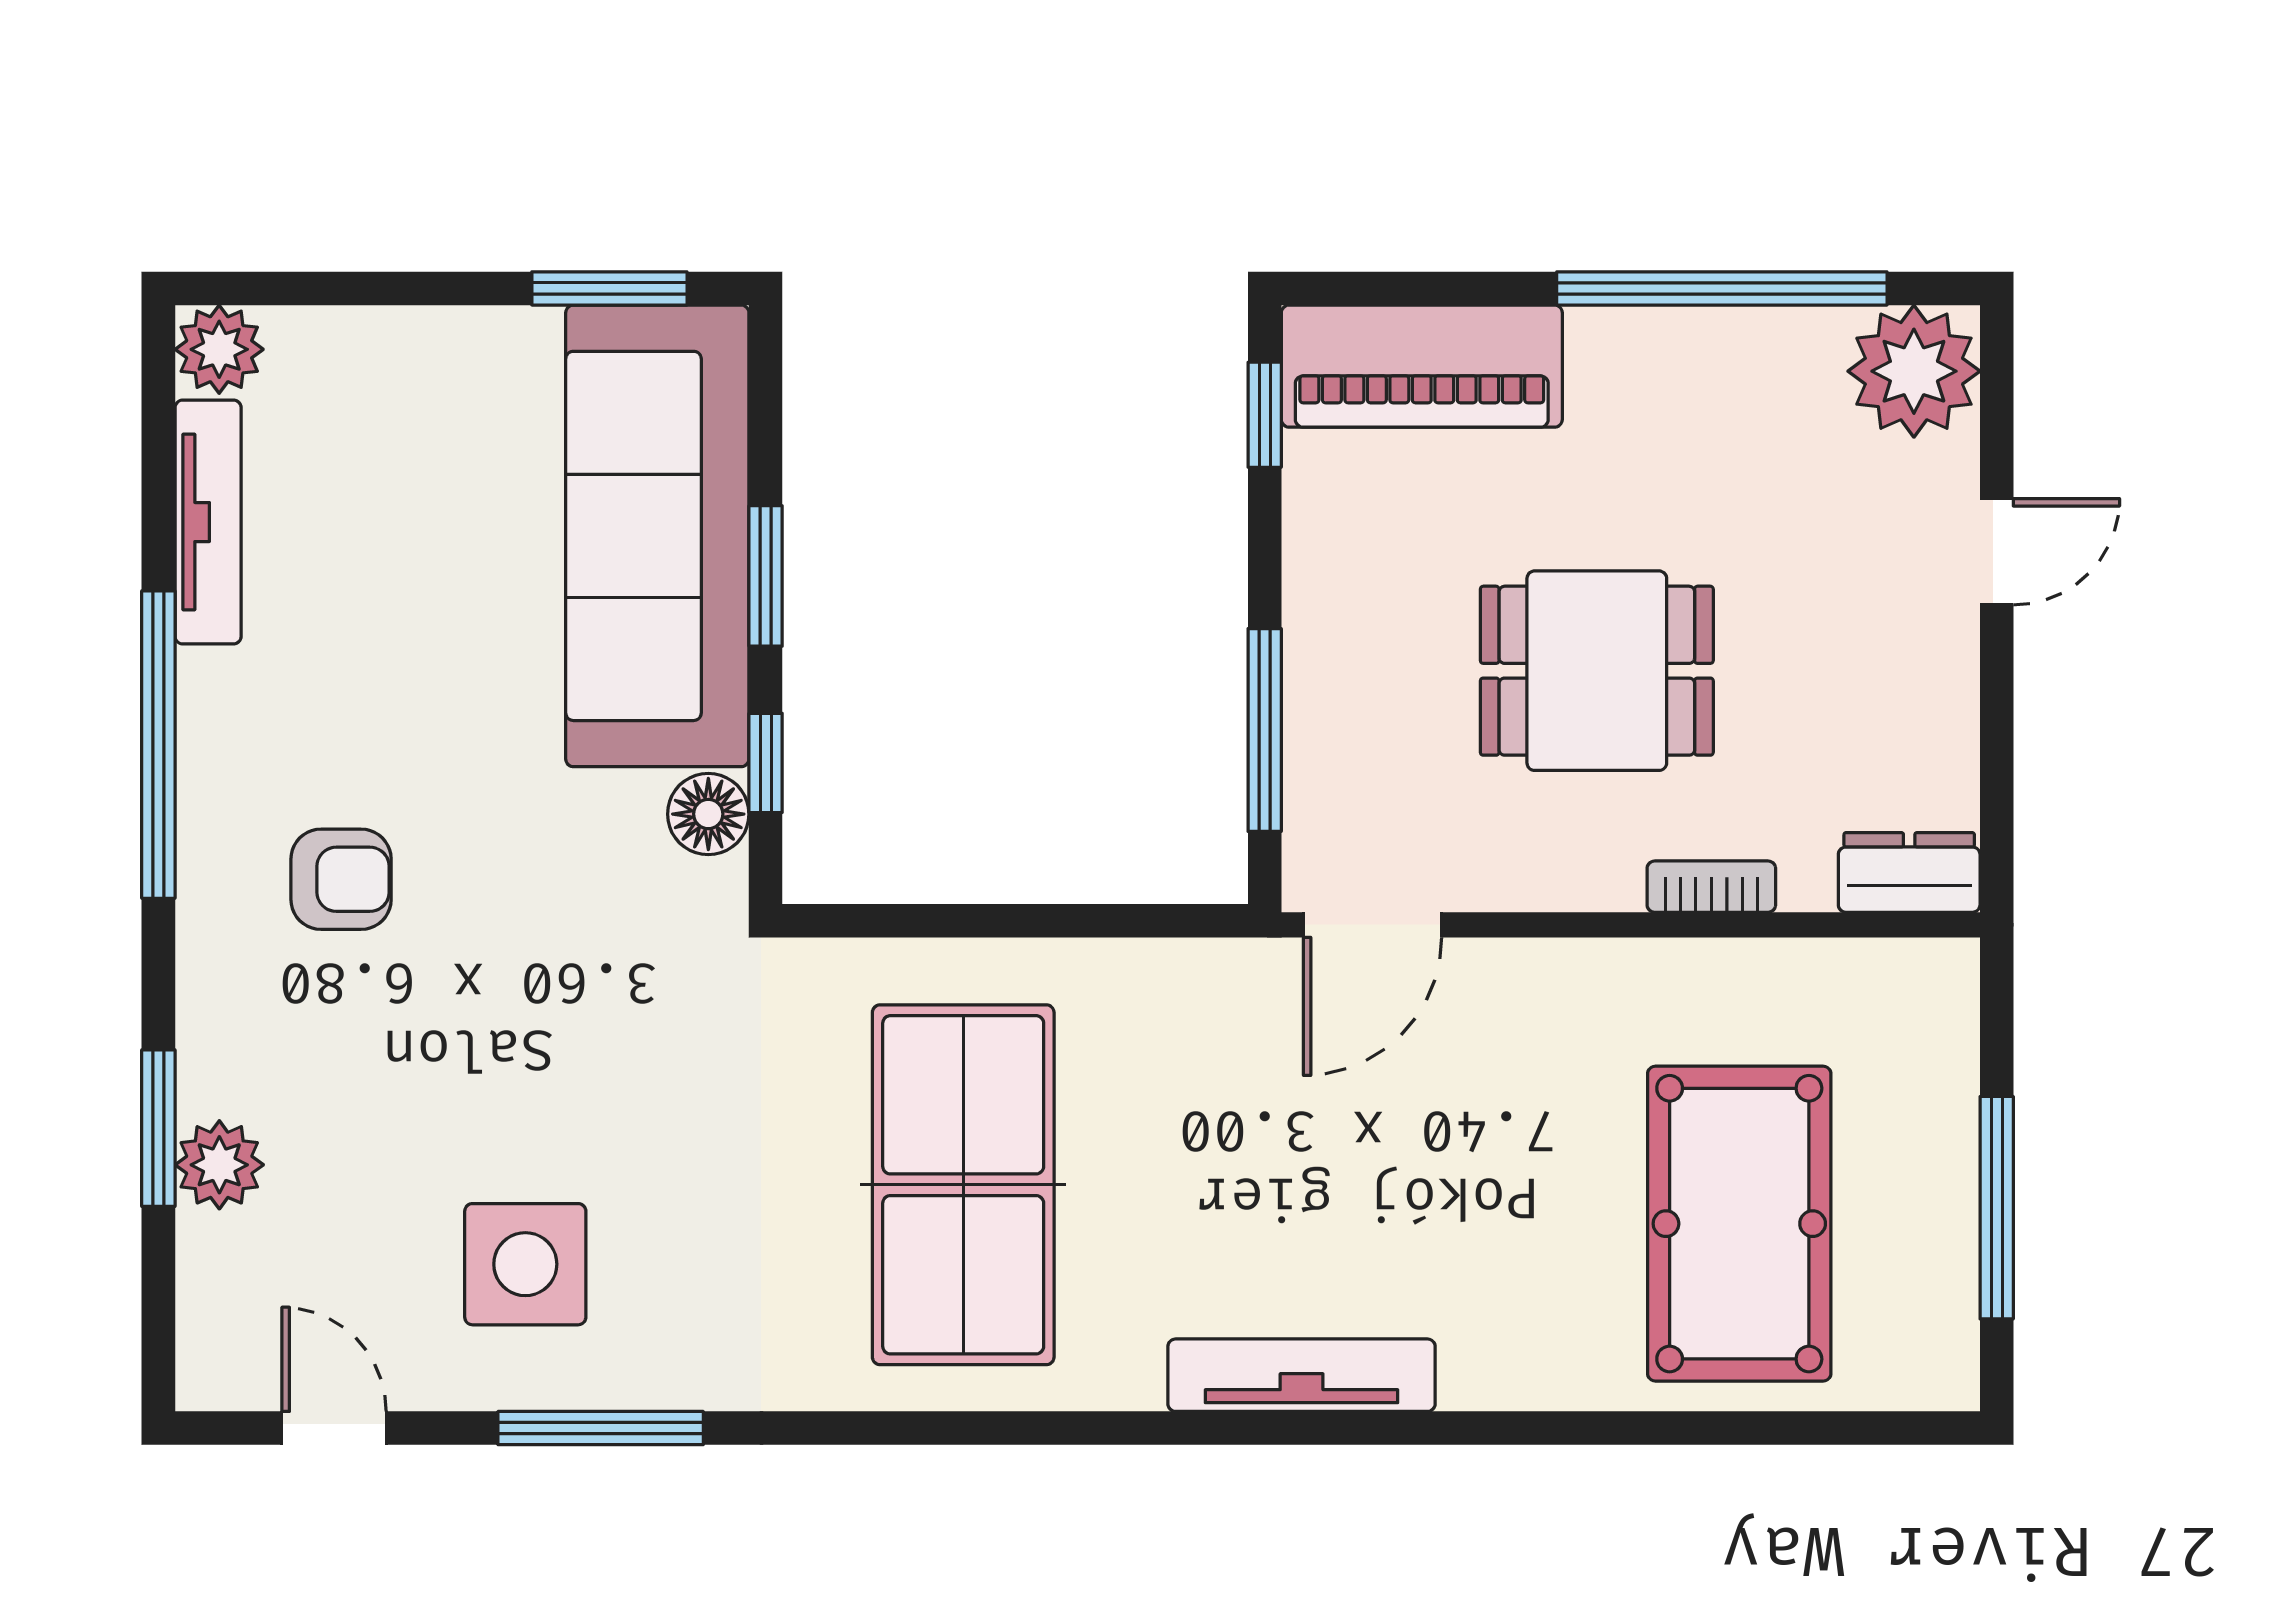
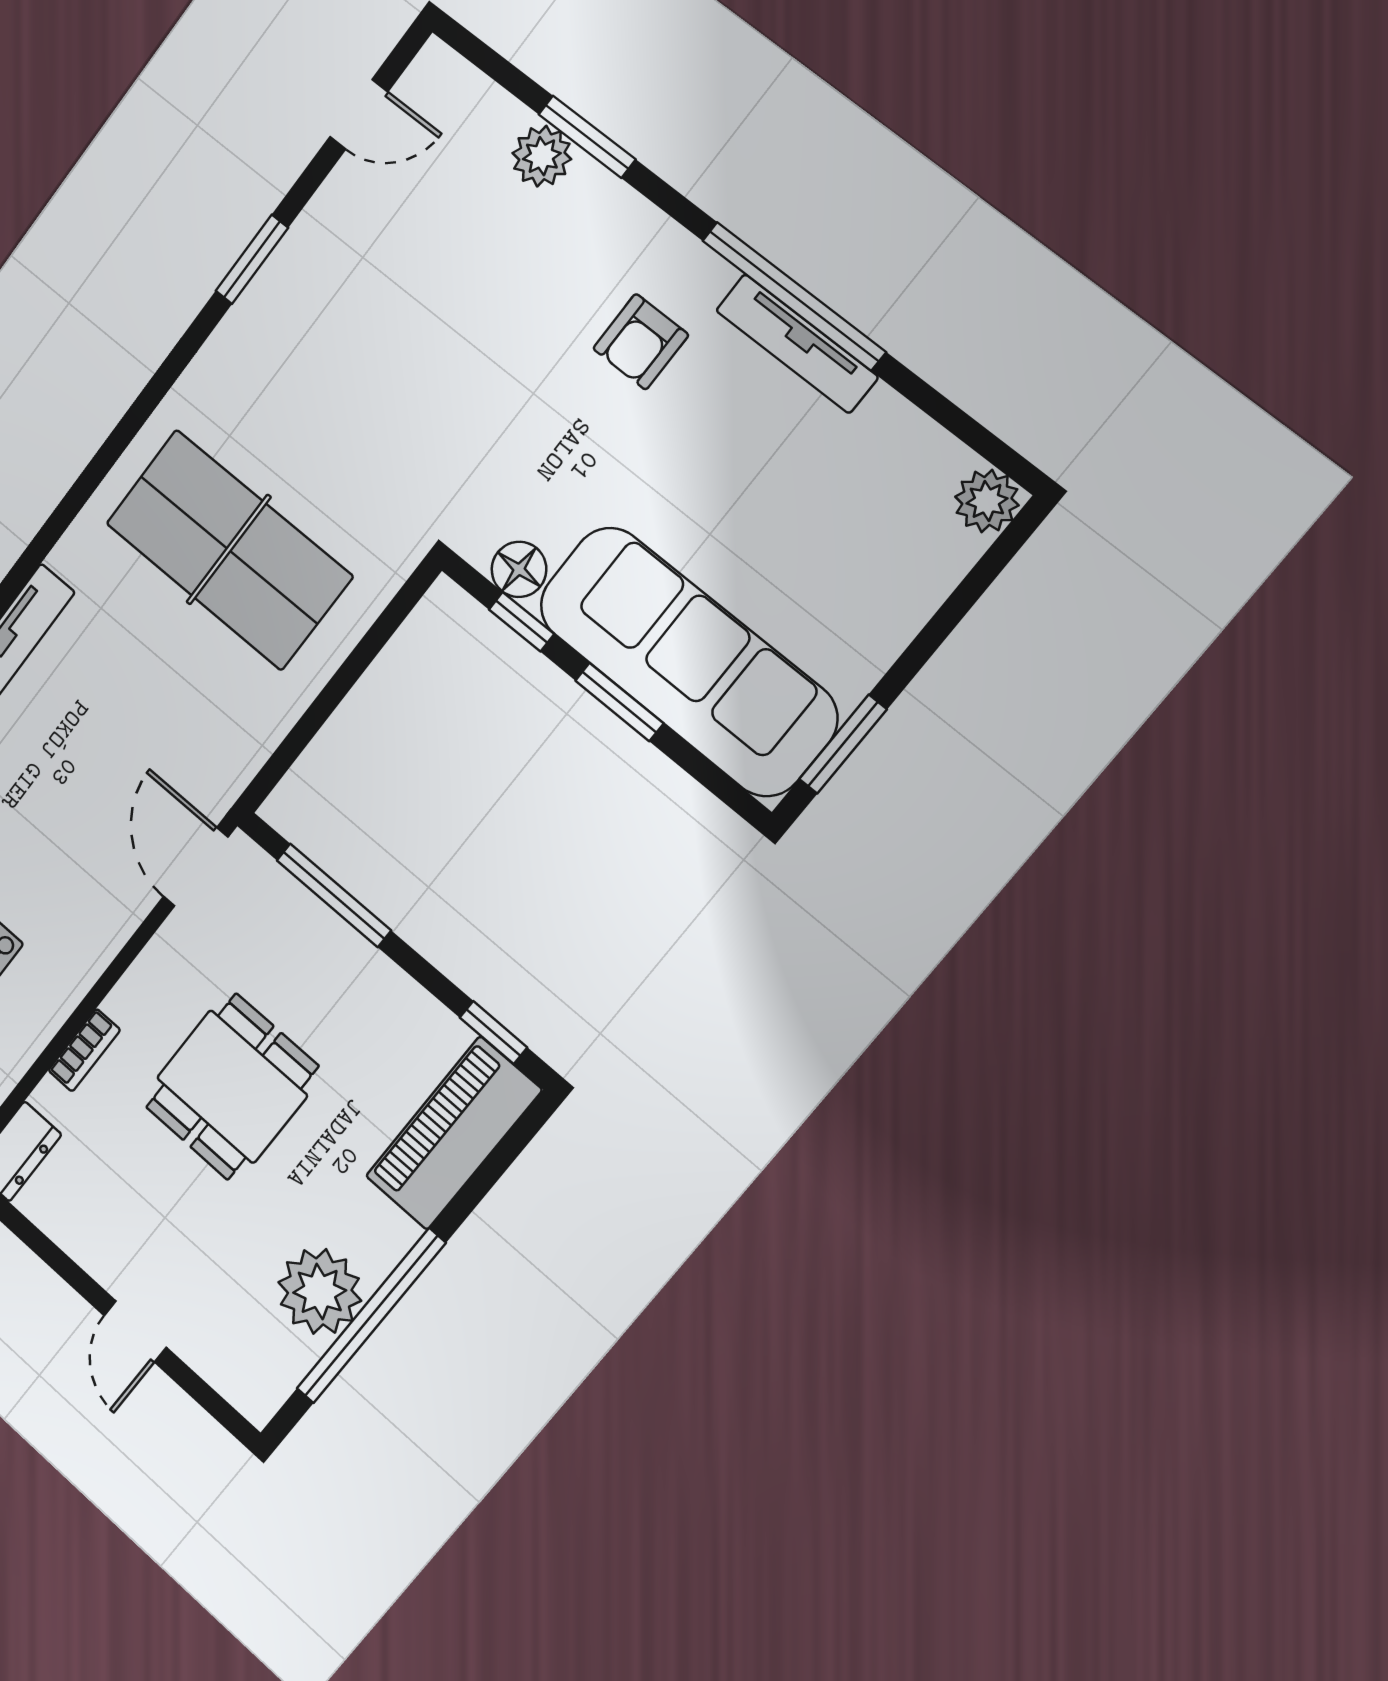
plant: (1914, 371) -> (320, 1291), moved
tv unit: (208, 522) -> (797, 344), moved
side table: (525, 1264) -> (364, 285), removed
window: (601, 1428) -> (252, 259), width x0.69

